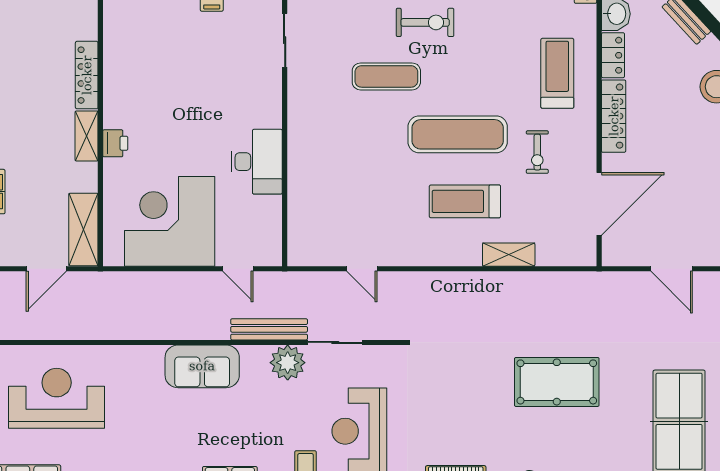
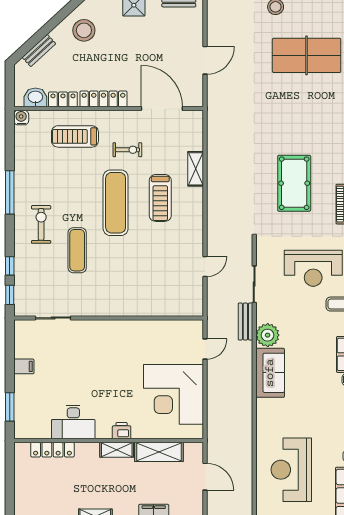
locker: (87, 75) -> (52, 450), moved
desk: (257, 162) -> (73, 422), moved, turned 180
shelving: (83, 230) -> (159, 452), moved
bench: (269, 329) -> (245, 321), width x0.73
plant: (288, 363) -> (268, 335), moved
pool table: (557, 382) -> (294, 183), moved

